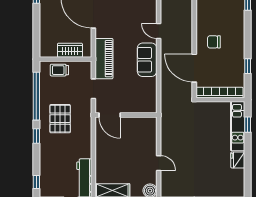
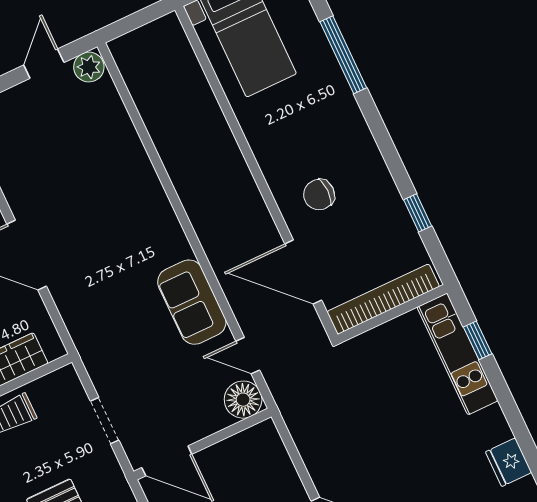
door: (159, 31) -> (248, 356), moved
piano: (104, 59) -> (97, 344), removed
floor lamp: (149, 105) -> (243, 400), added
fridge: (238, 160) -> (509, 462), moved

